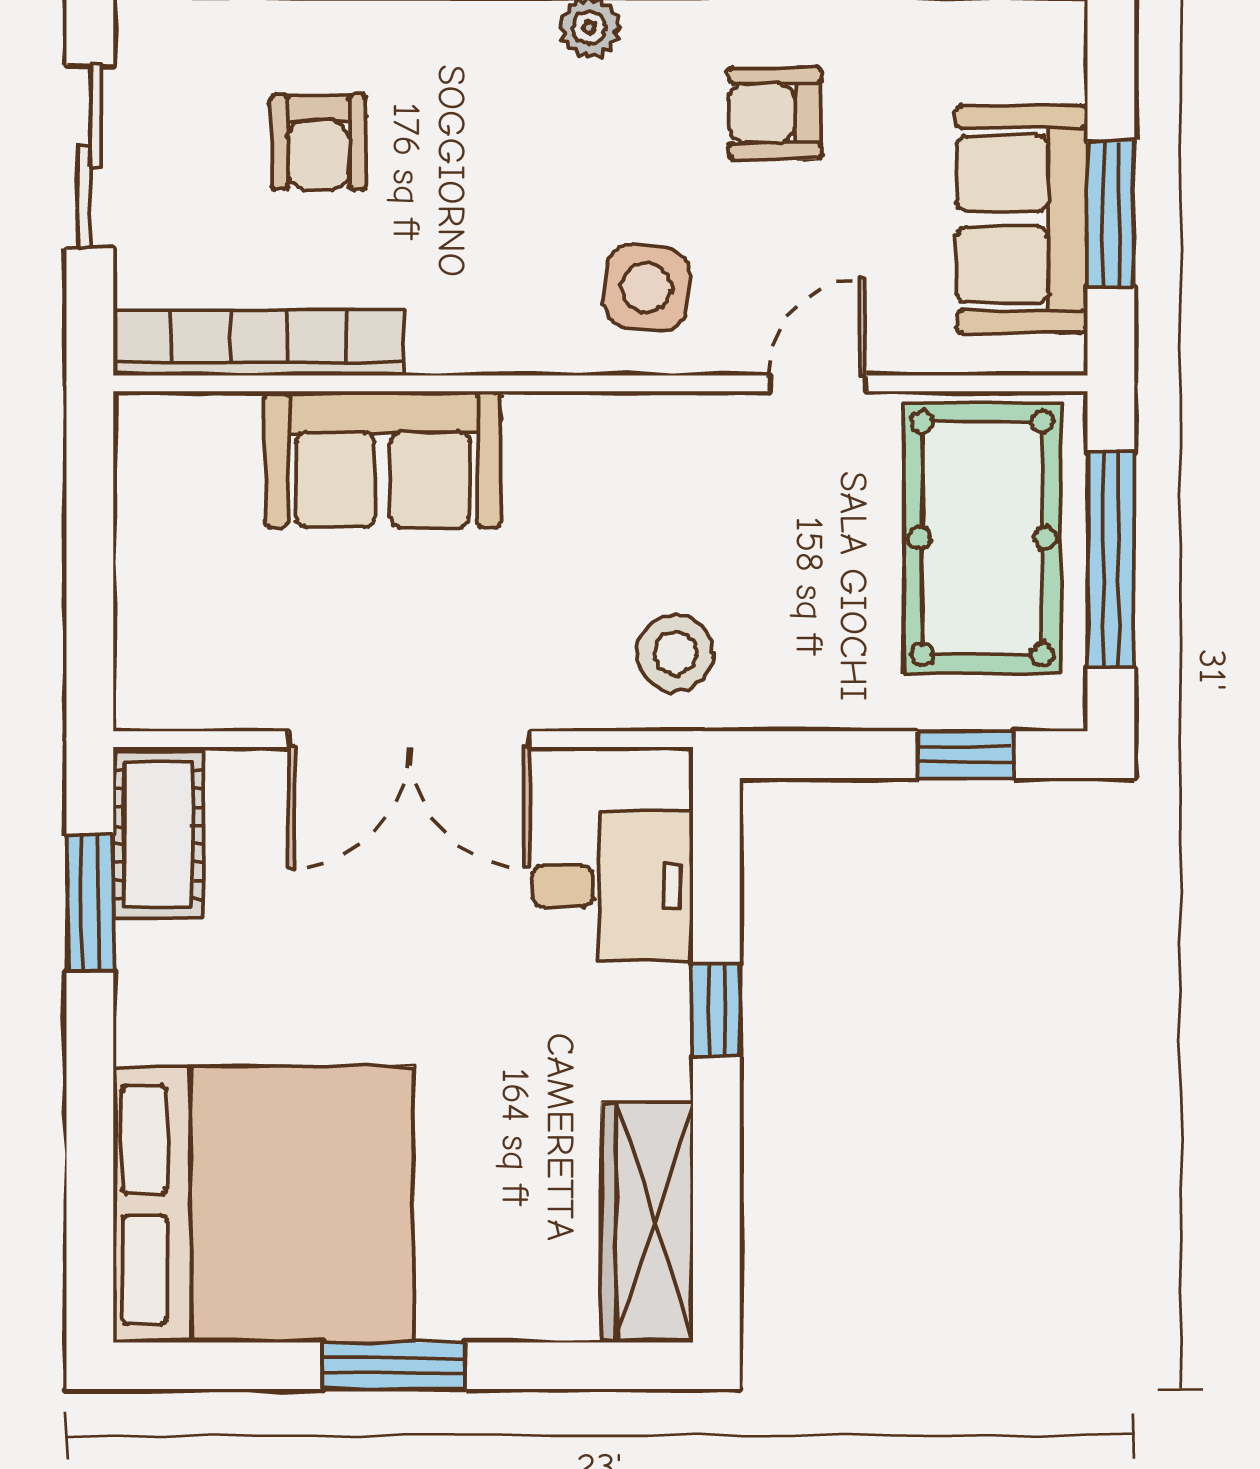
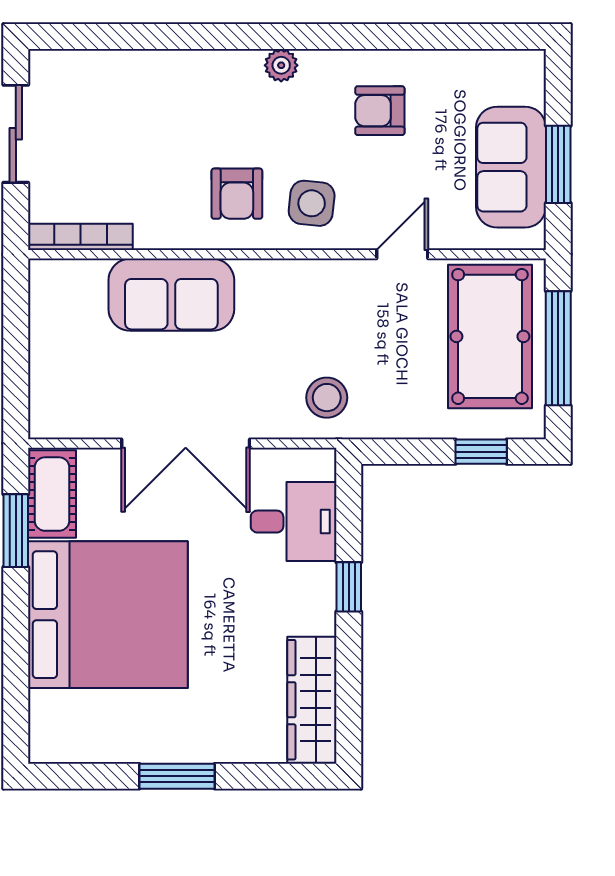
armchair: (318, 142) -> (237, 194), moved
bookcase: (259, 343) -> (81, 237), width x0.68, depth x0.76
bed: (263, 1204) -> (108, 615), moved

